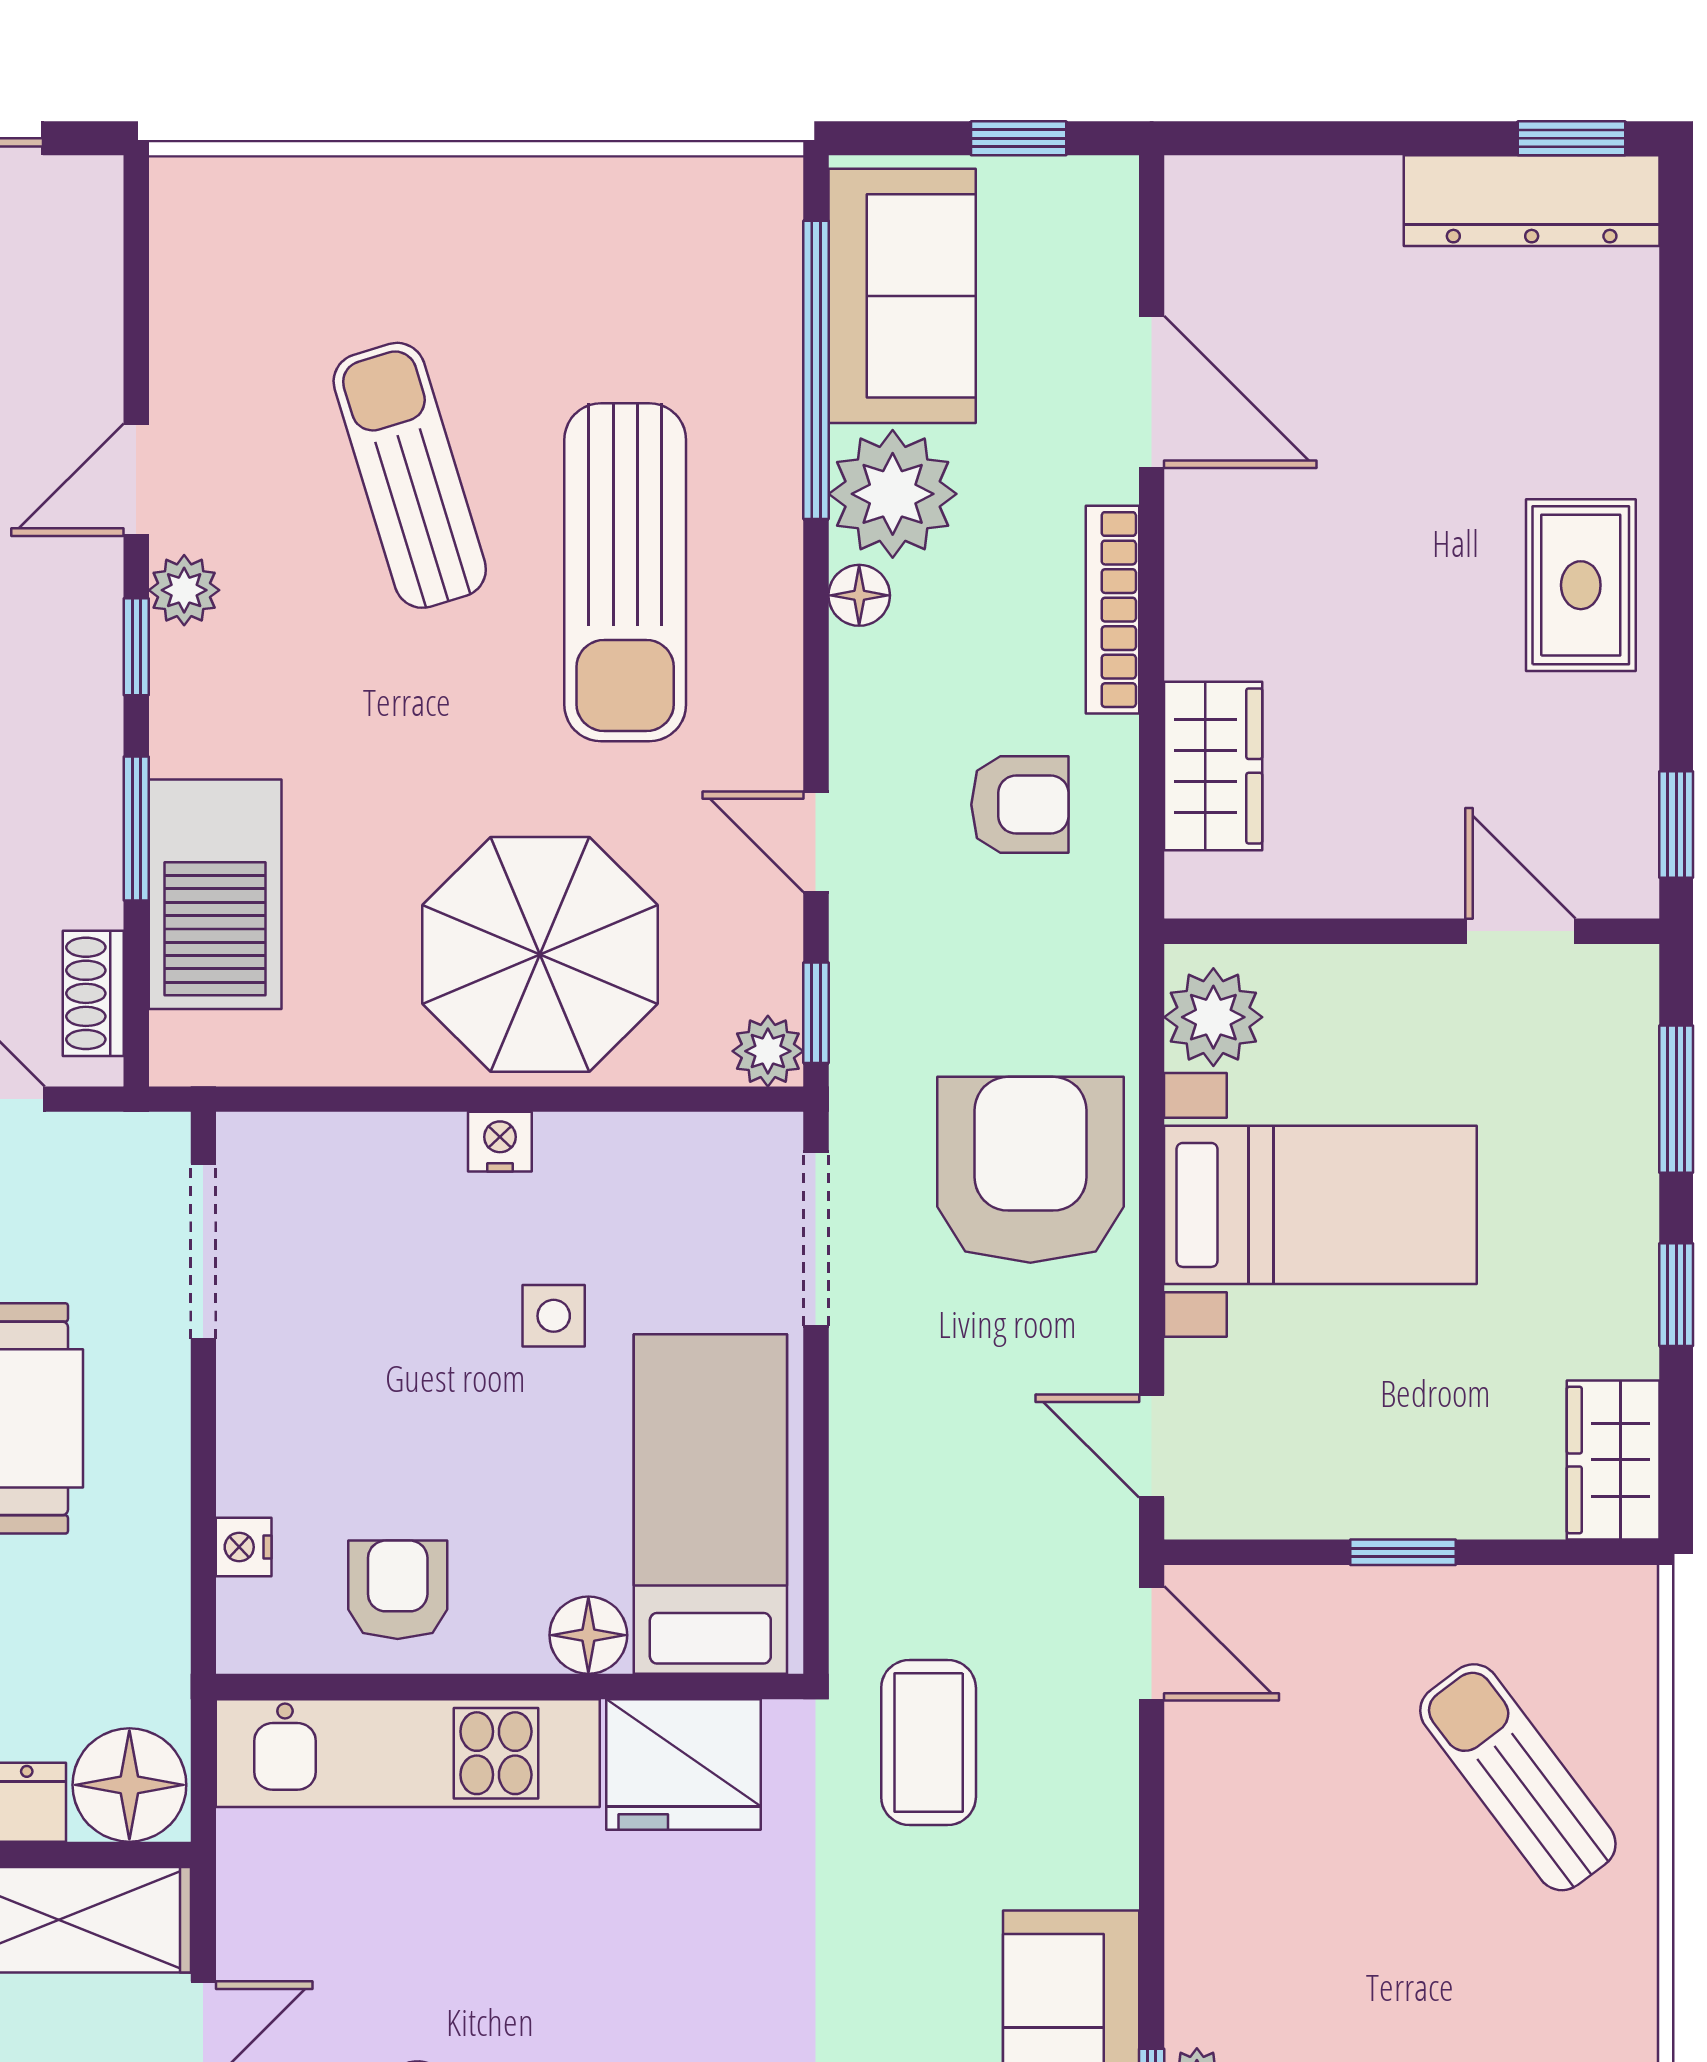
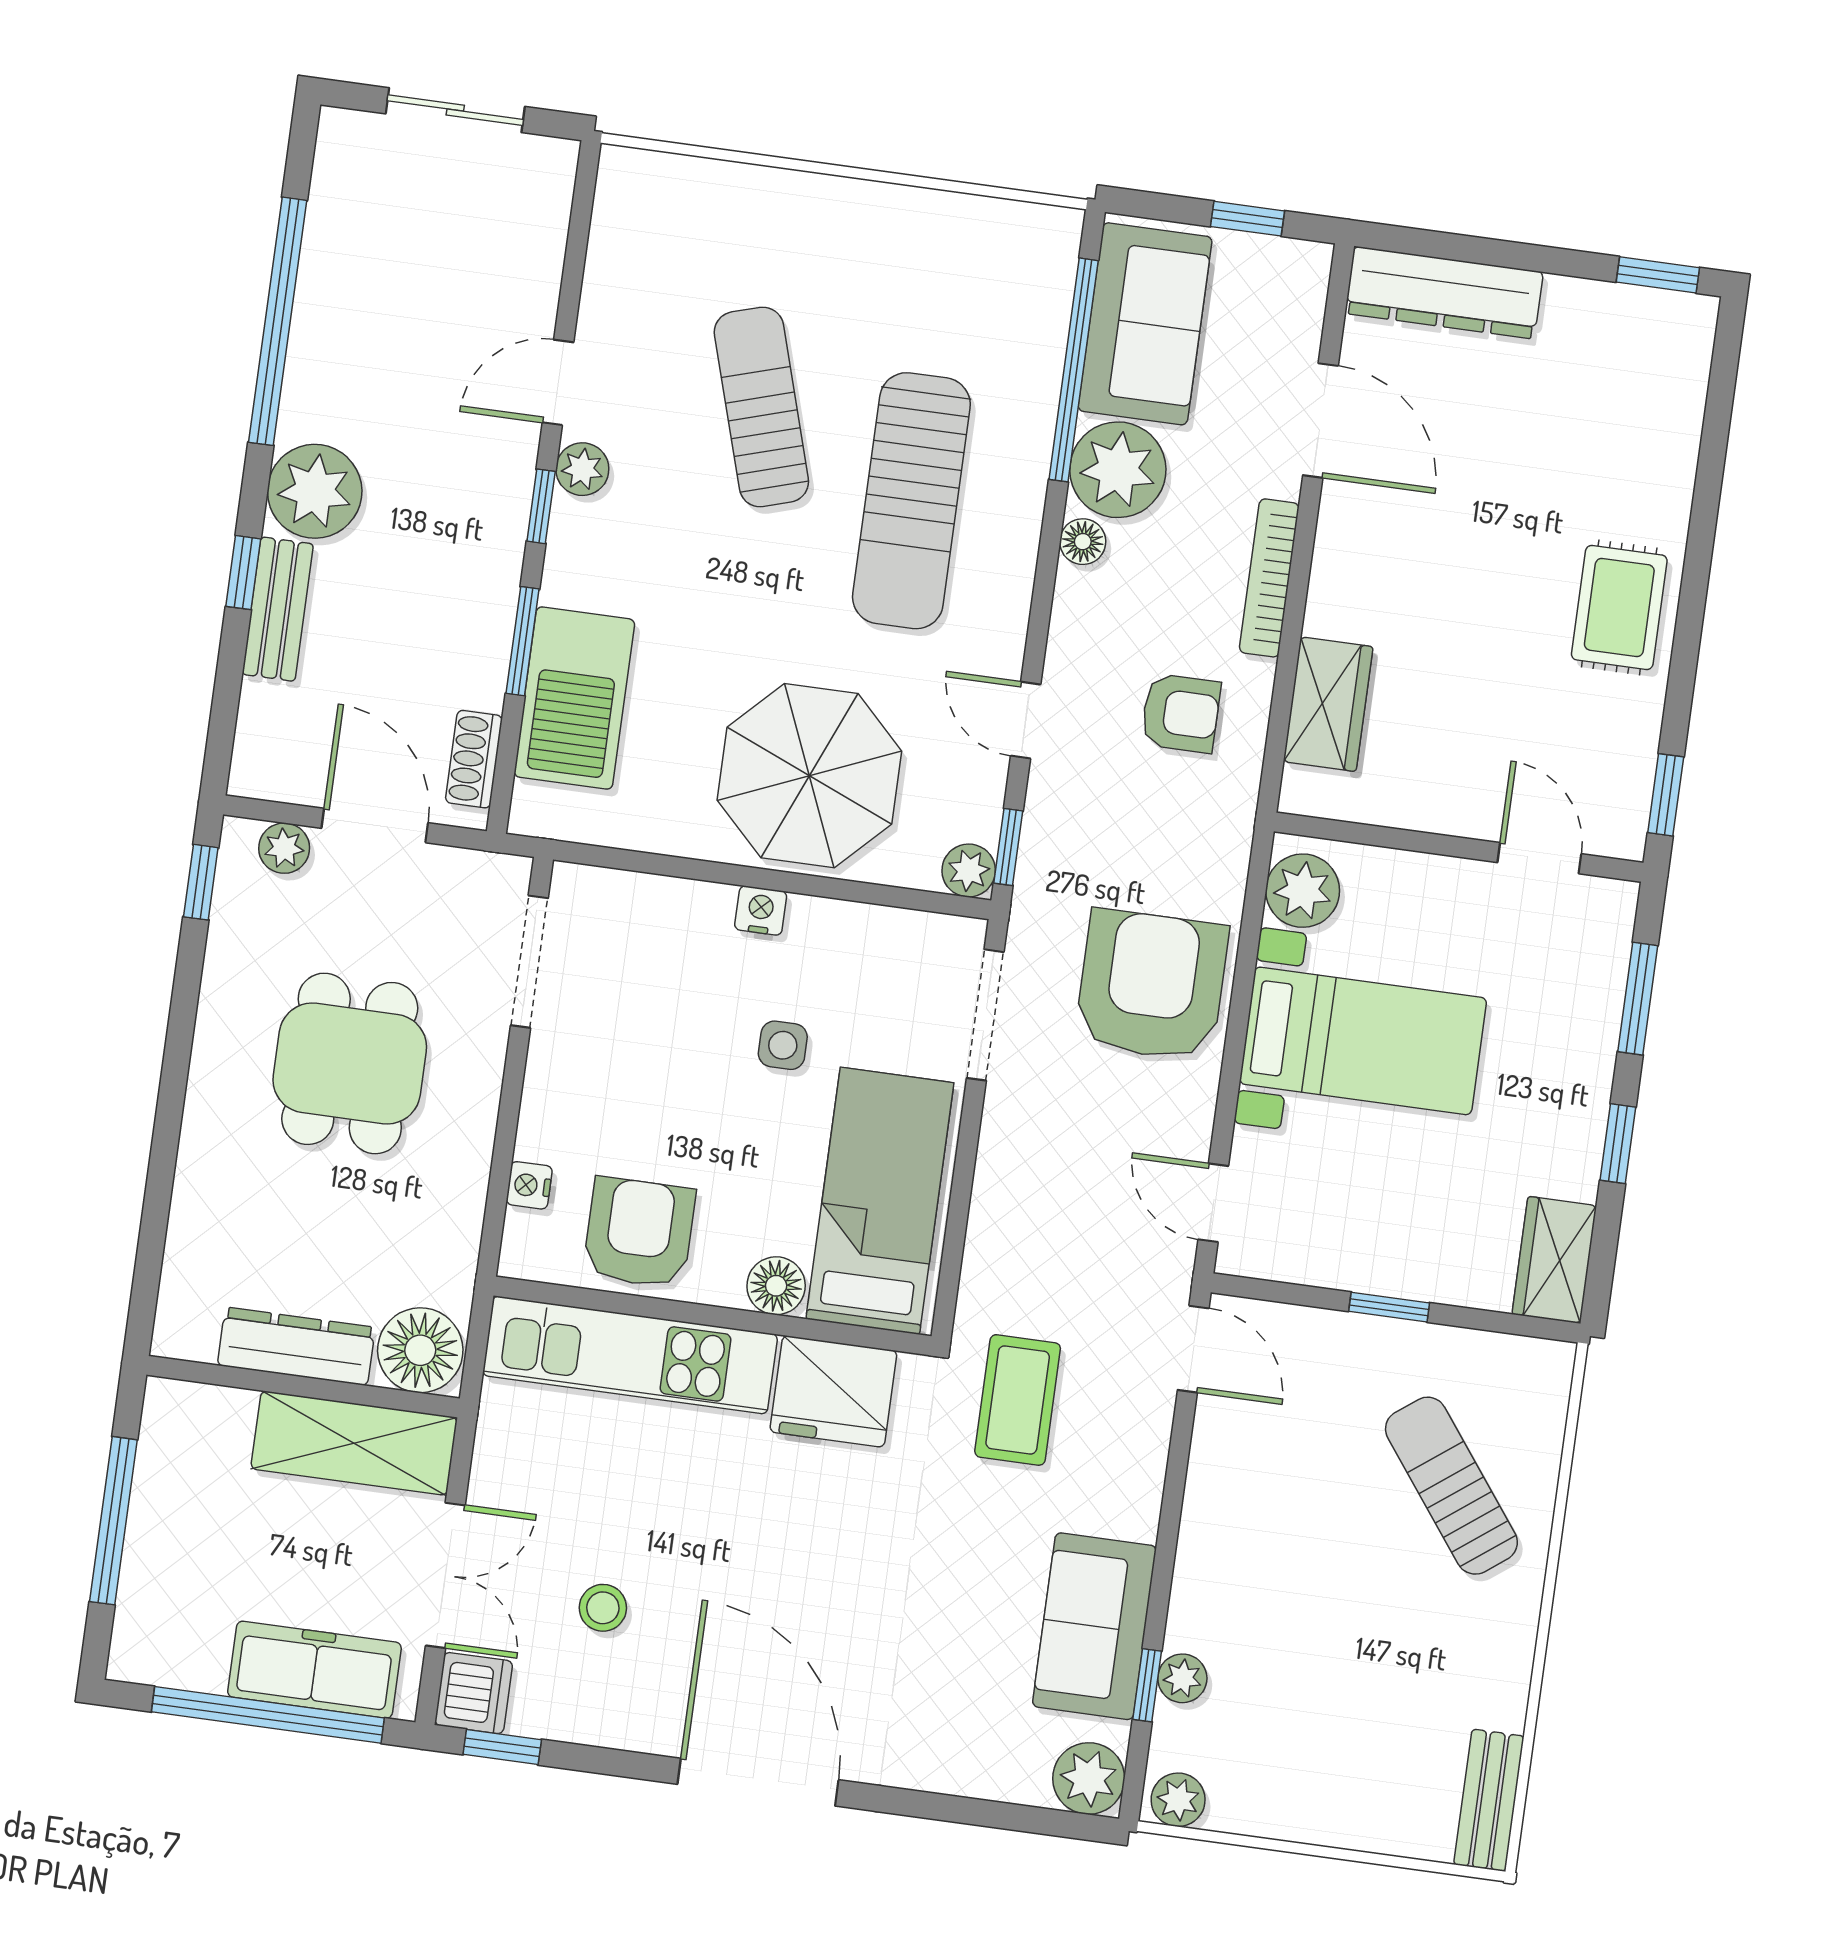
dresser: (1532, 201) -> (1444, 293), moved
armchair: (398, 1590) -> (639, 1233), width x1.38, depth x1.38

